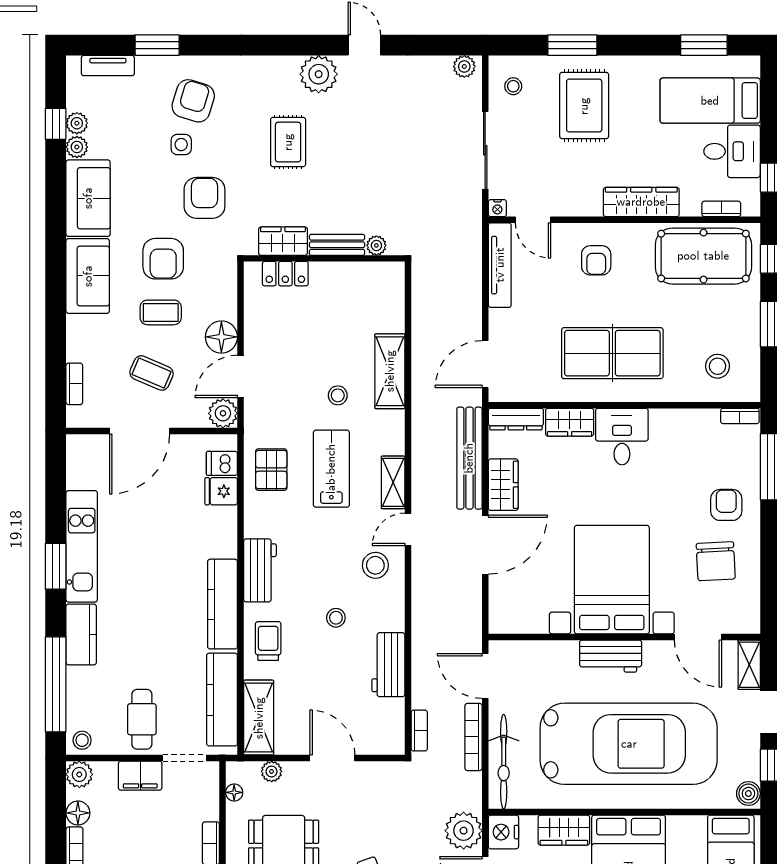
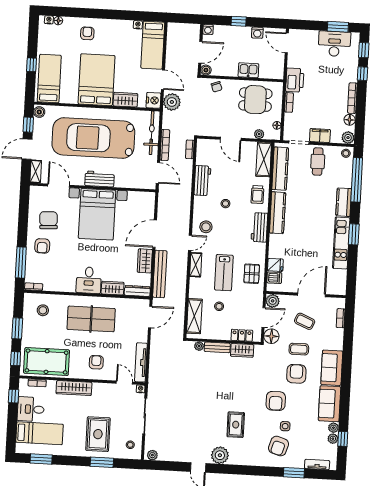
wardrobe: (283, 241) -> (242, 350), moved
bench: (337, 245) -> (217, 347), moved
plant: (376, 245) -> (199, 346), moved
wall: (324, 258) -> (223, 341), moved
locker: (285, 274) -> (242, 335), moved

